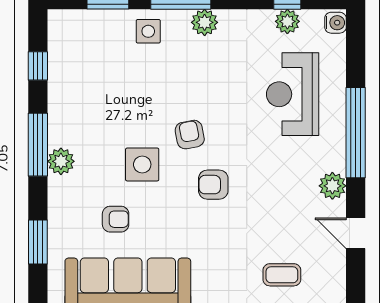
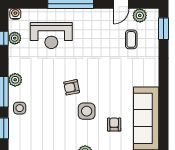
armchair: (213, 185) -> (97, 75), removed
plant: (332, 186) -> (140, 15), moved
coffee table: (282, 275) -> (131, 39), moved

